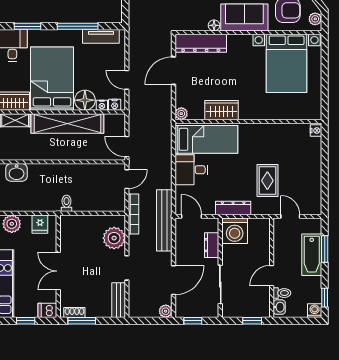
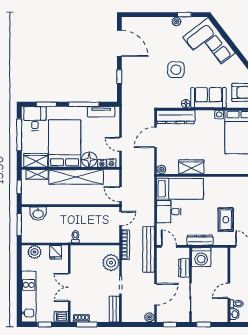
window: (252, 321) -> (204, 324), moved

